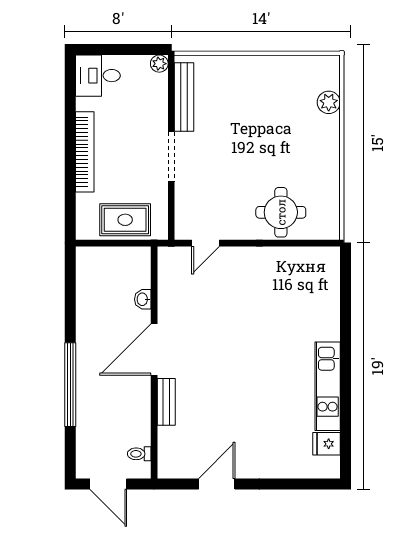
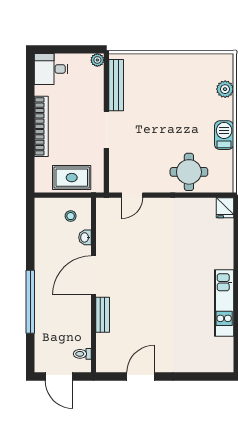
barbecue: (327, 163) -> (224, 135), added
stool: (124, 271) -> (71, 216), added
fridge: (326, 444) -> (225, 208), moved, turned -90

